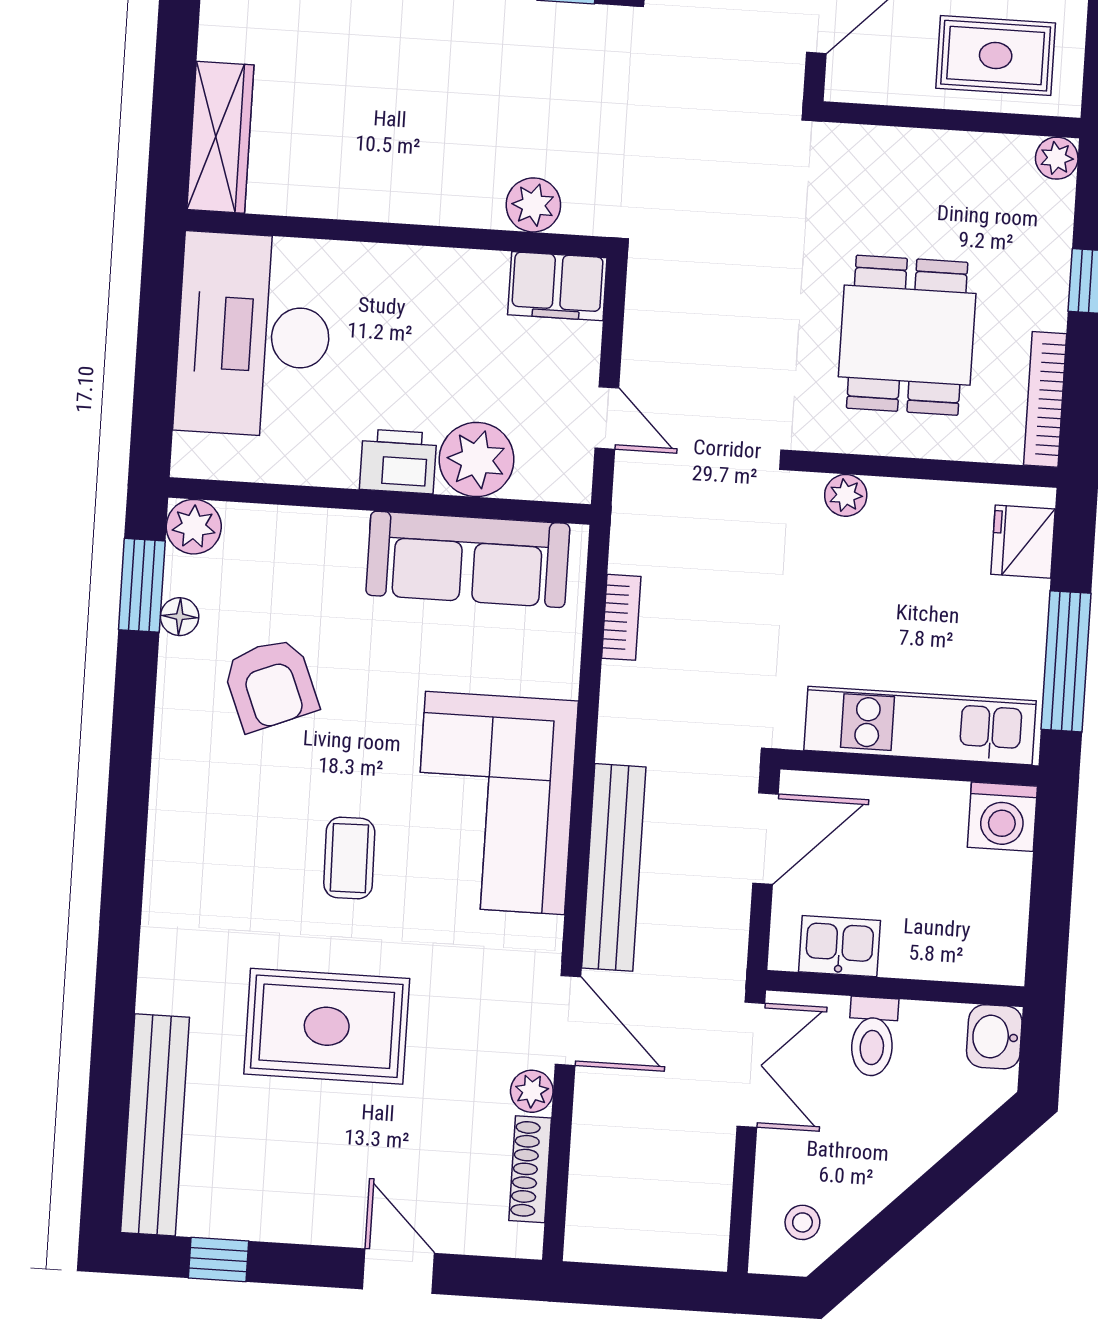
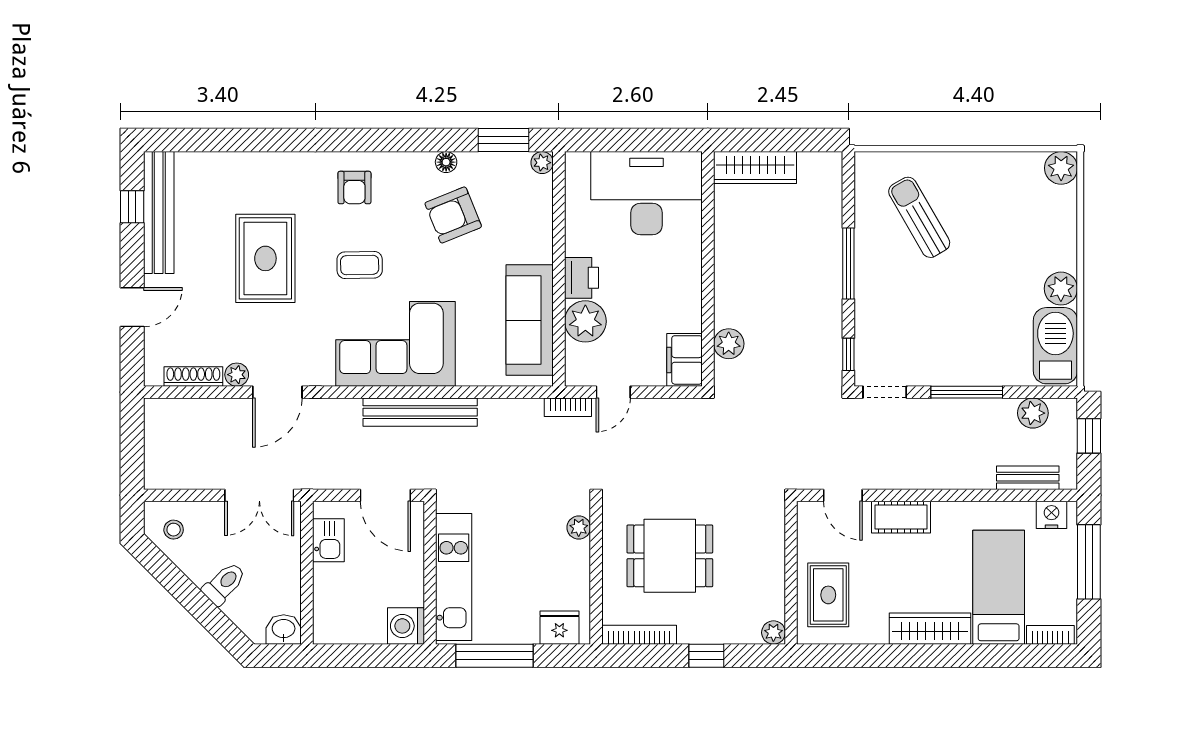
plant: (194, 527) -> (542, 163), width x0.73, depth x0.73
floor lamp: (180, 617) -> (446, 162), moved
bookcase: (621, 617) -> (568, 407), moved
armchair: (210, 858) -> (354, 188), added
bench: (614, 867) -> (420, 412), moved
toilet: (873, 1037) -> (224, 584), moved, turned 135
bench: (155, 1125) -> (159, 213), moved, turned 90

